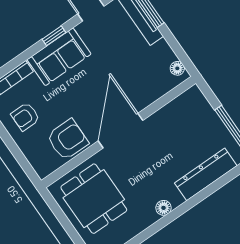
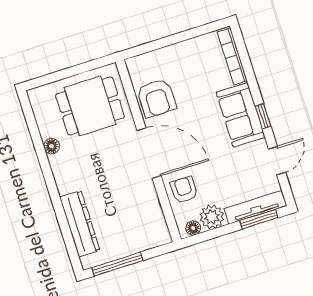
plant: (162, 54) -> (212, 217), added
armchair: (25, 117) -> (184, 190), moved
floor lamp: (164, 208) -> (52, 146), moved

